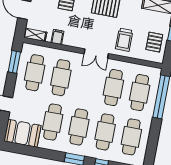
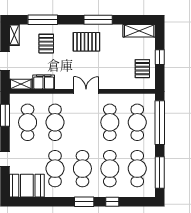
filing cabinet: (57, 37) -> (44, 82), width x2.00
trolley: (124, 40) -> (111, 72), removed
double door: (96, 54) -> (86, 91), swing flipped
window: (152, 145) -> (160, 173), added

